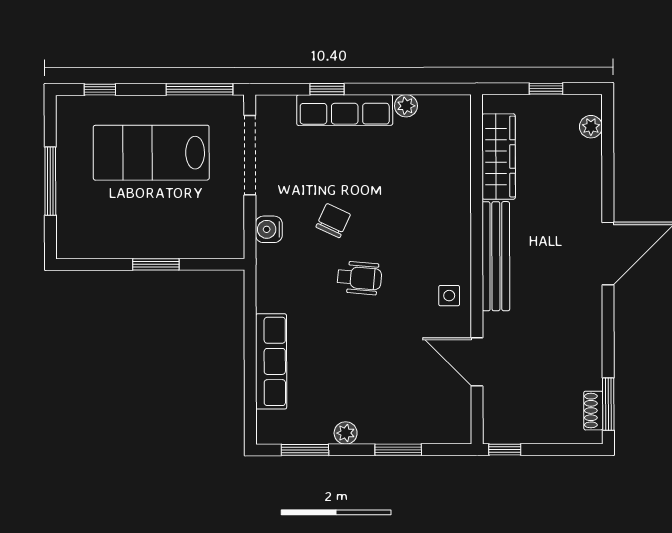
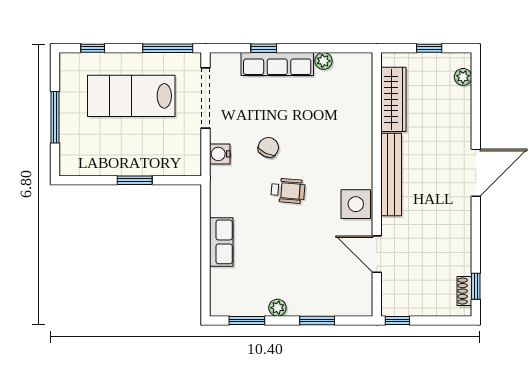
side table: (449, 296) -> (356, 204), width x1.87, depth x1.87
row of seats: (271, 361) -> (221, 242), width x0.68
window: (608, 404) -> (476, 286), width x0.67

